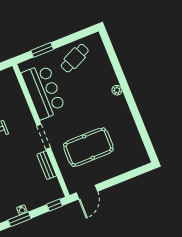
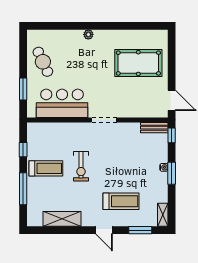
pool table: (88, 147) -> (138, 63), moved, turned 90
bench: (47, 165) -> (154, 128), moved

